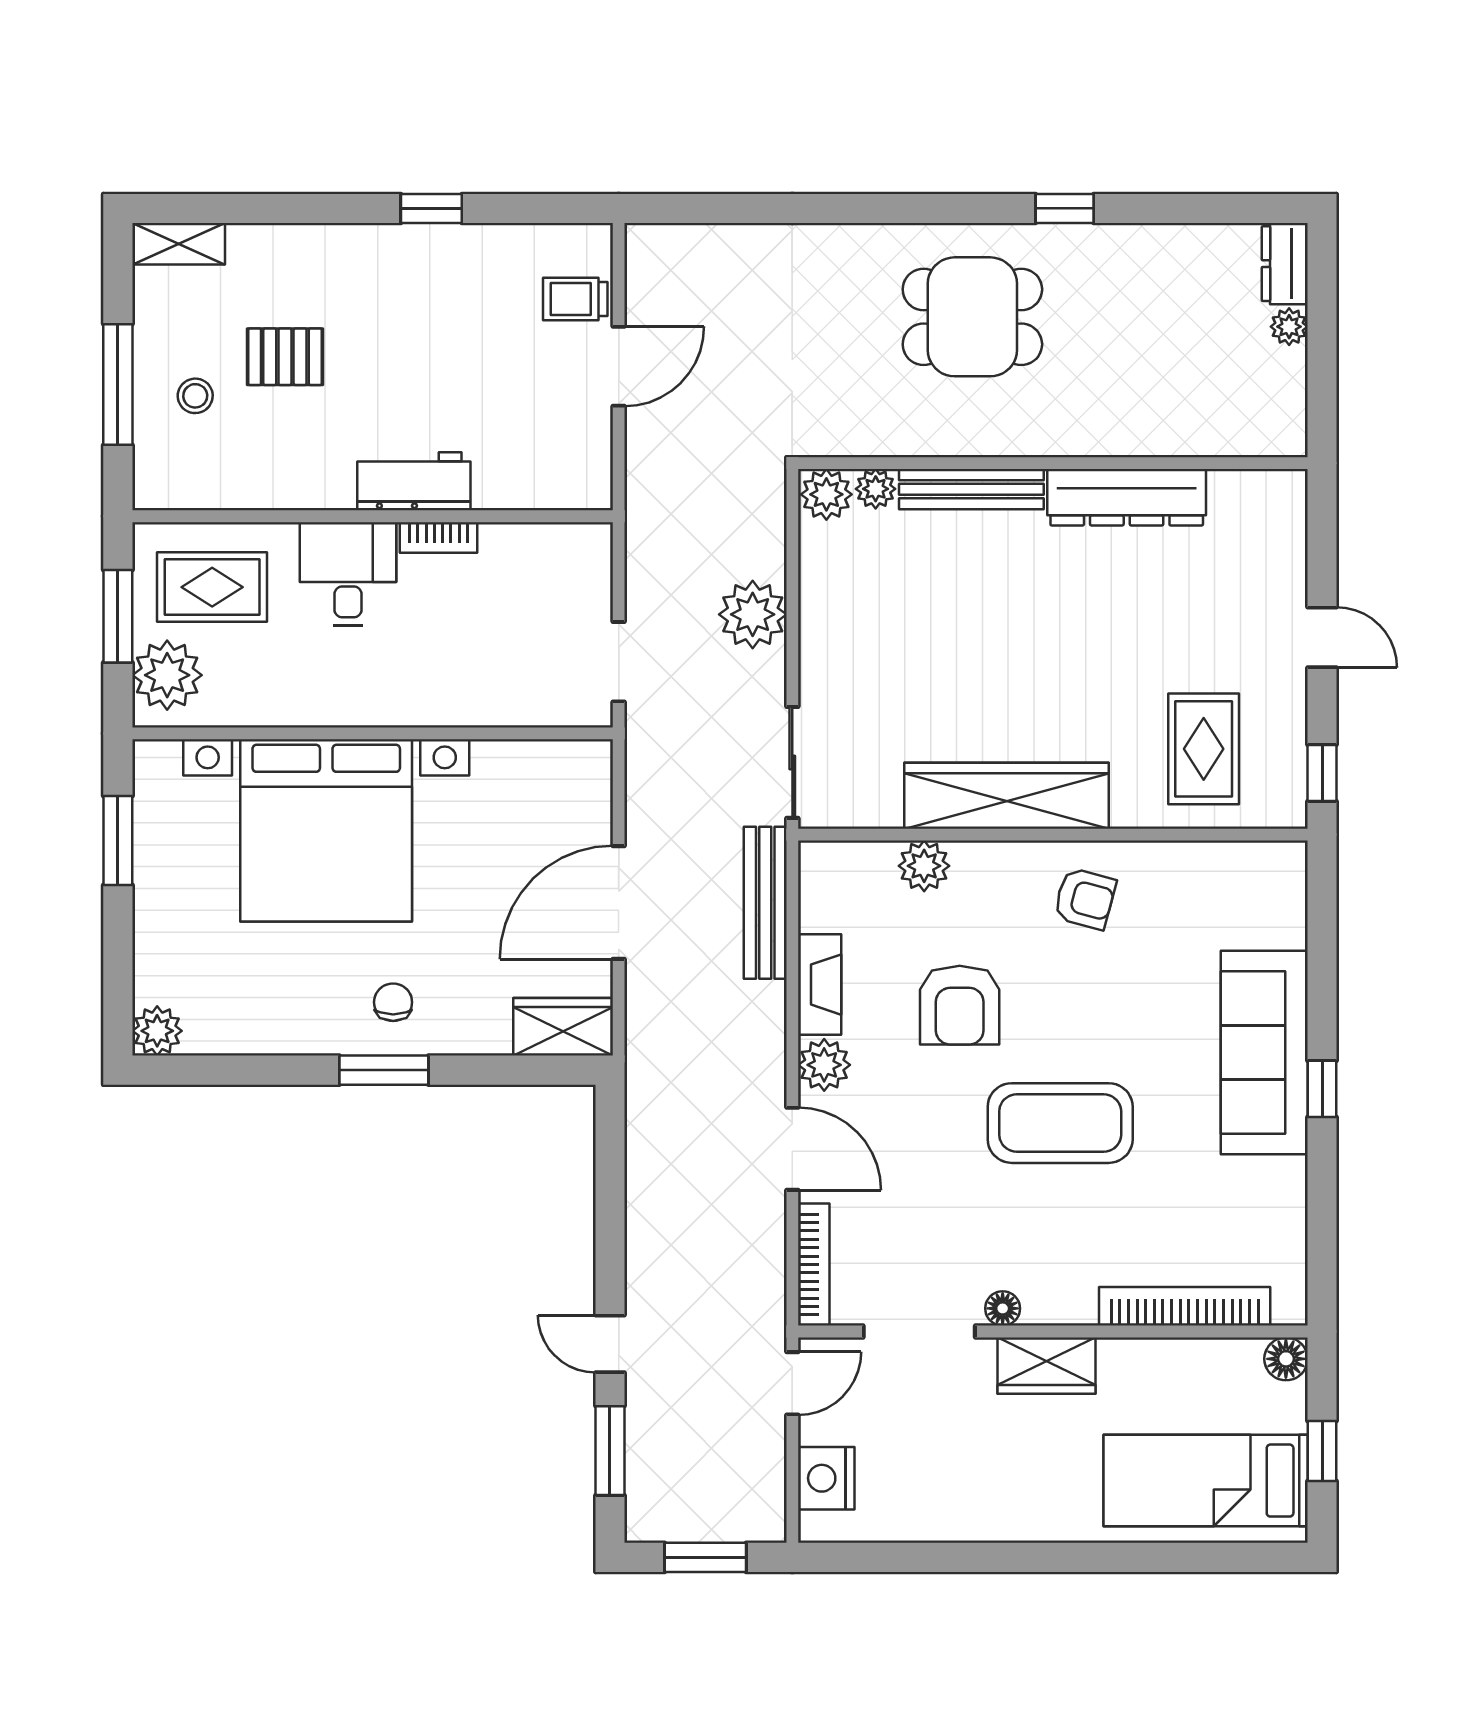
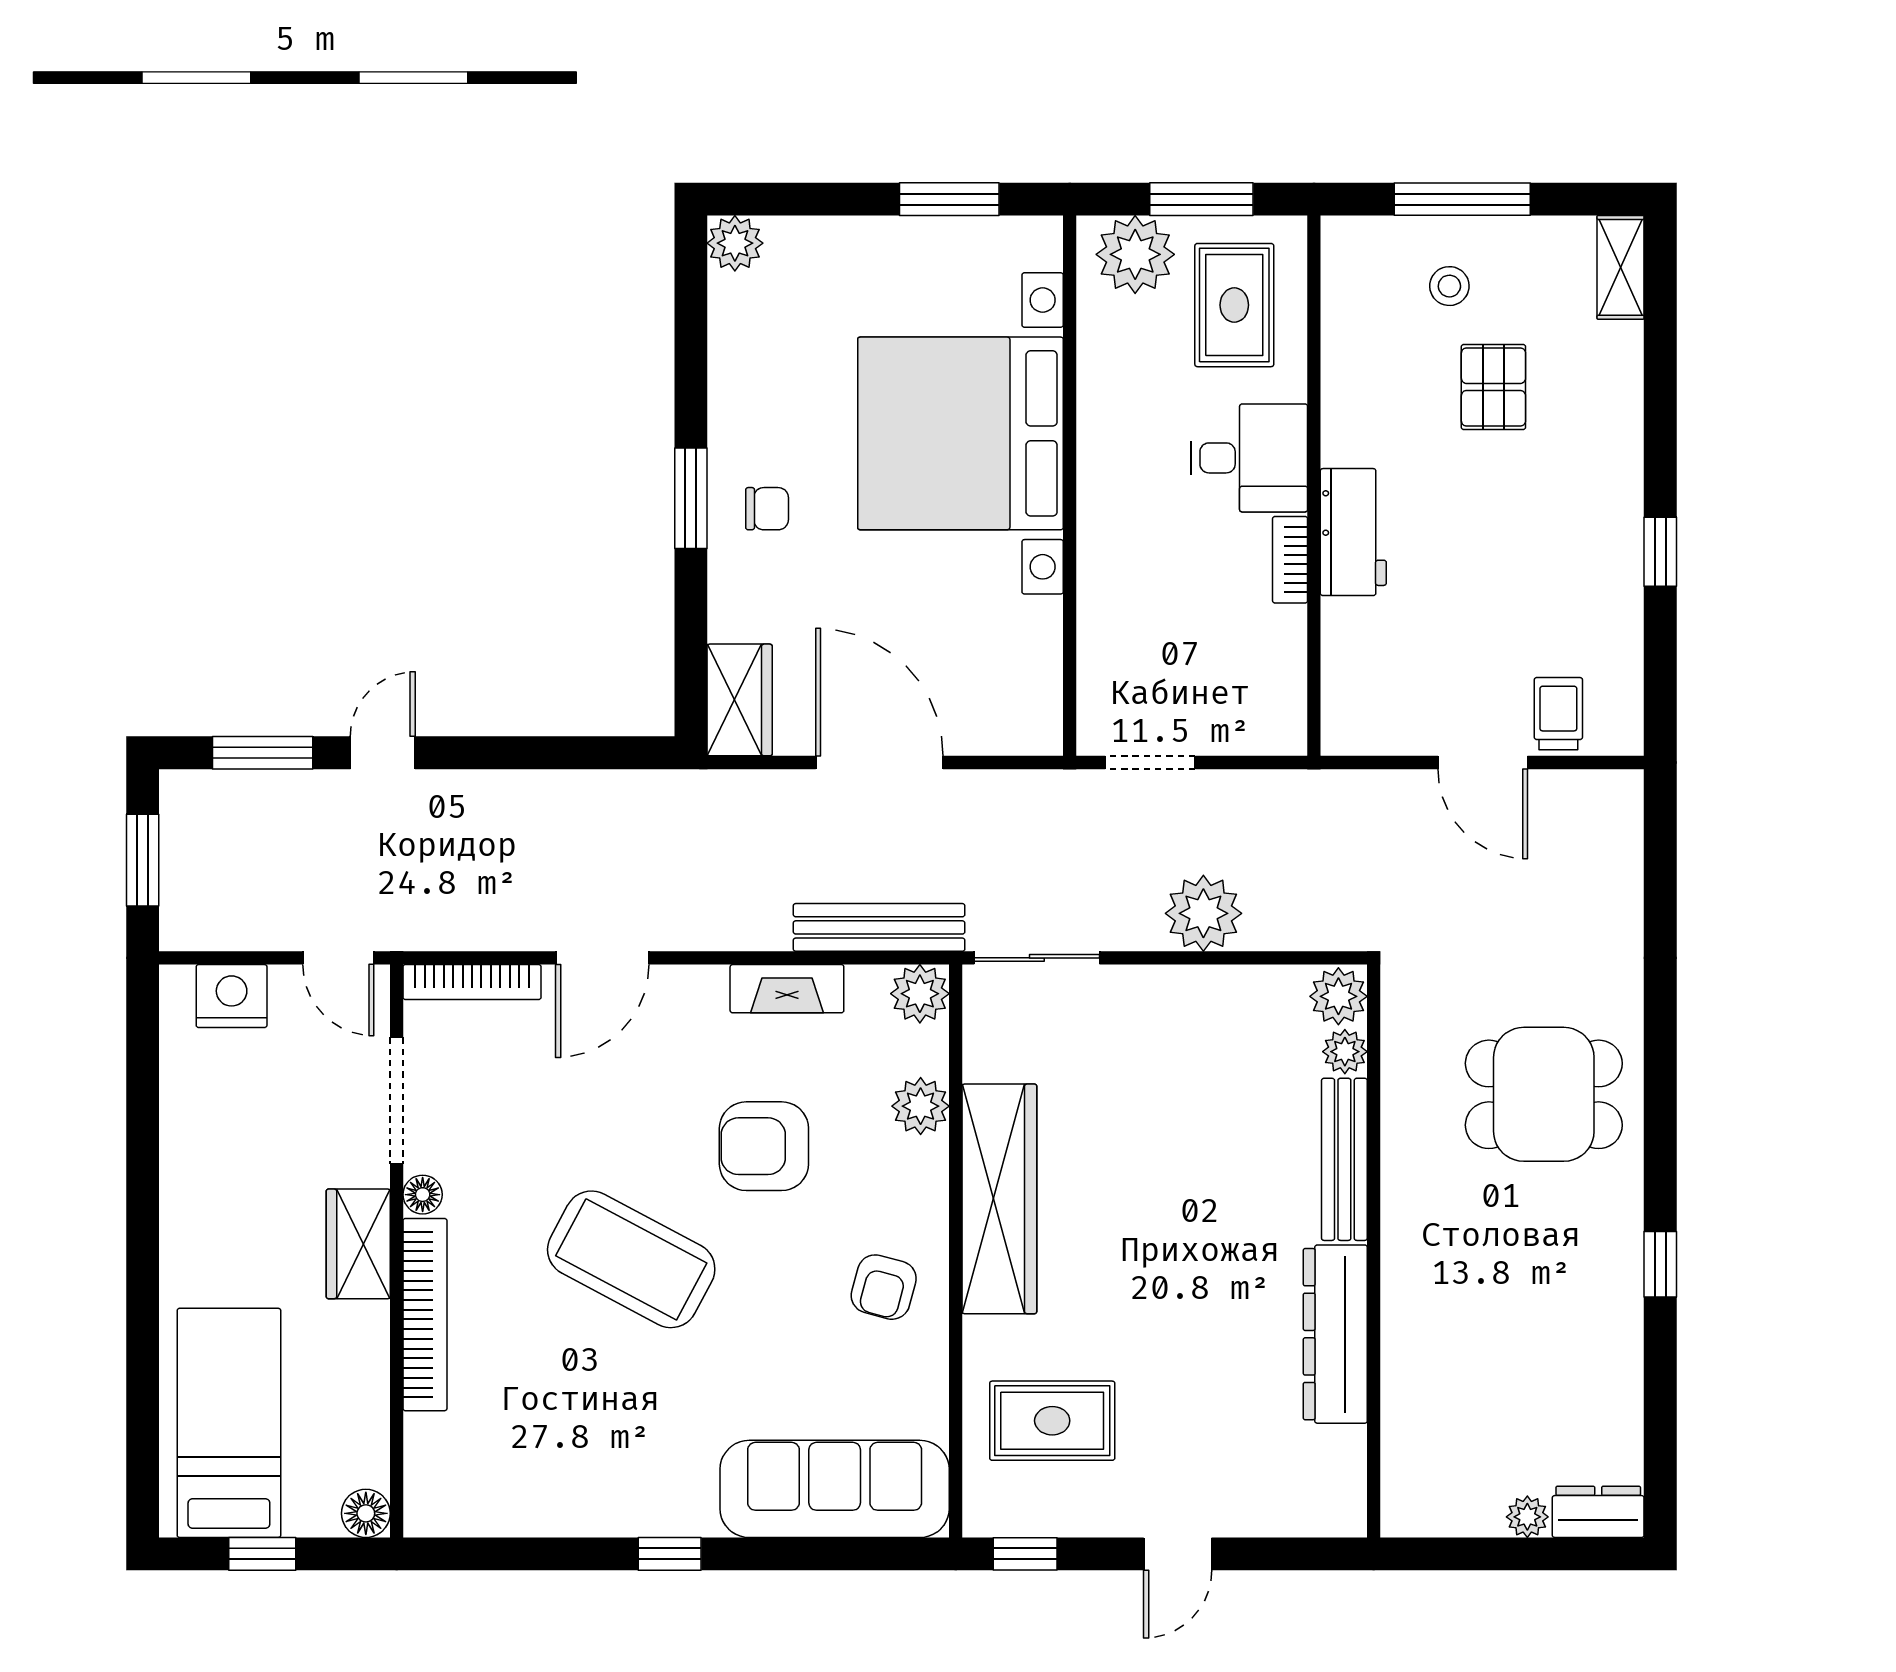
dining table: (972, 317) -> (1544, 1094), moved, turned 90
sofa: (1264, 1053) -> (835, 1489), moved
plant: (824, 1065) -> (920, 994), moved
coffee table: (1060, 1123) -> (631, 1259), turned -62
bookcase: (1185, 1306) -> (425, 1315), moved

